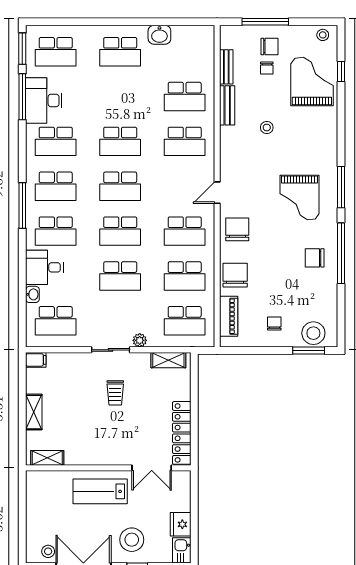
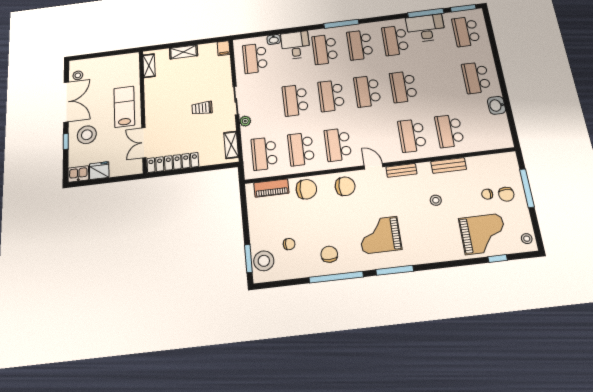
bench: (226, 67) -> (401, 170), moved
chair: (274, 324) -> (289, 244), moved

